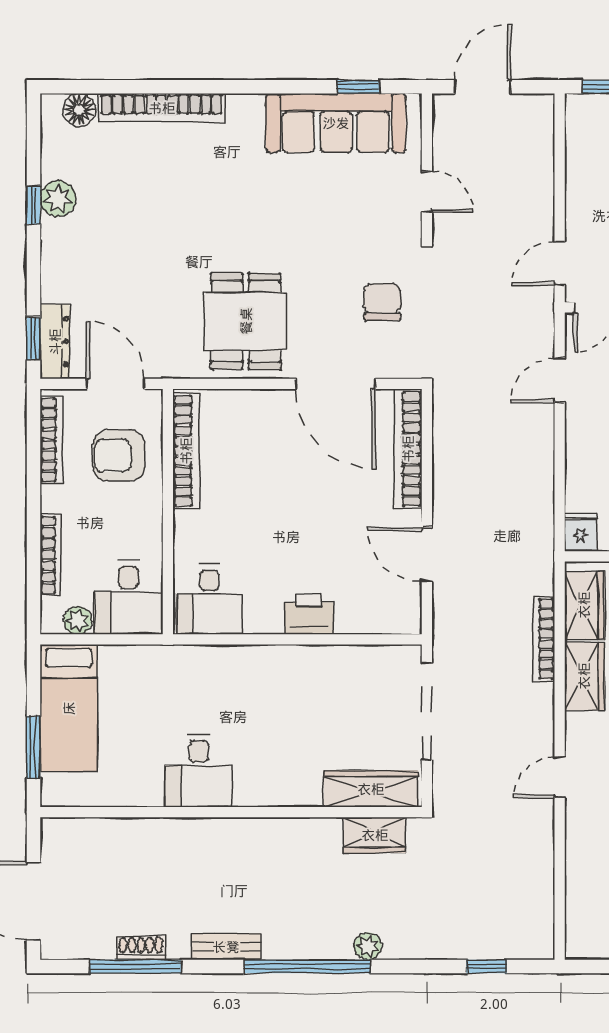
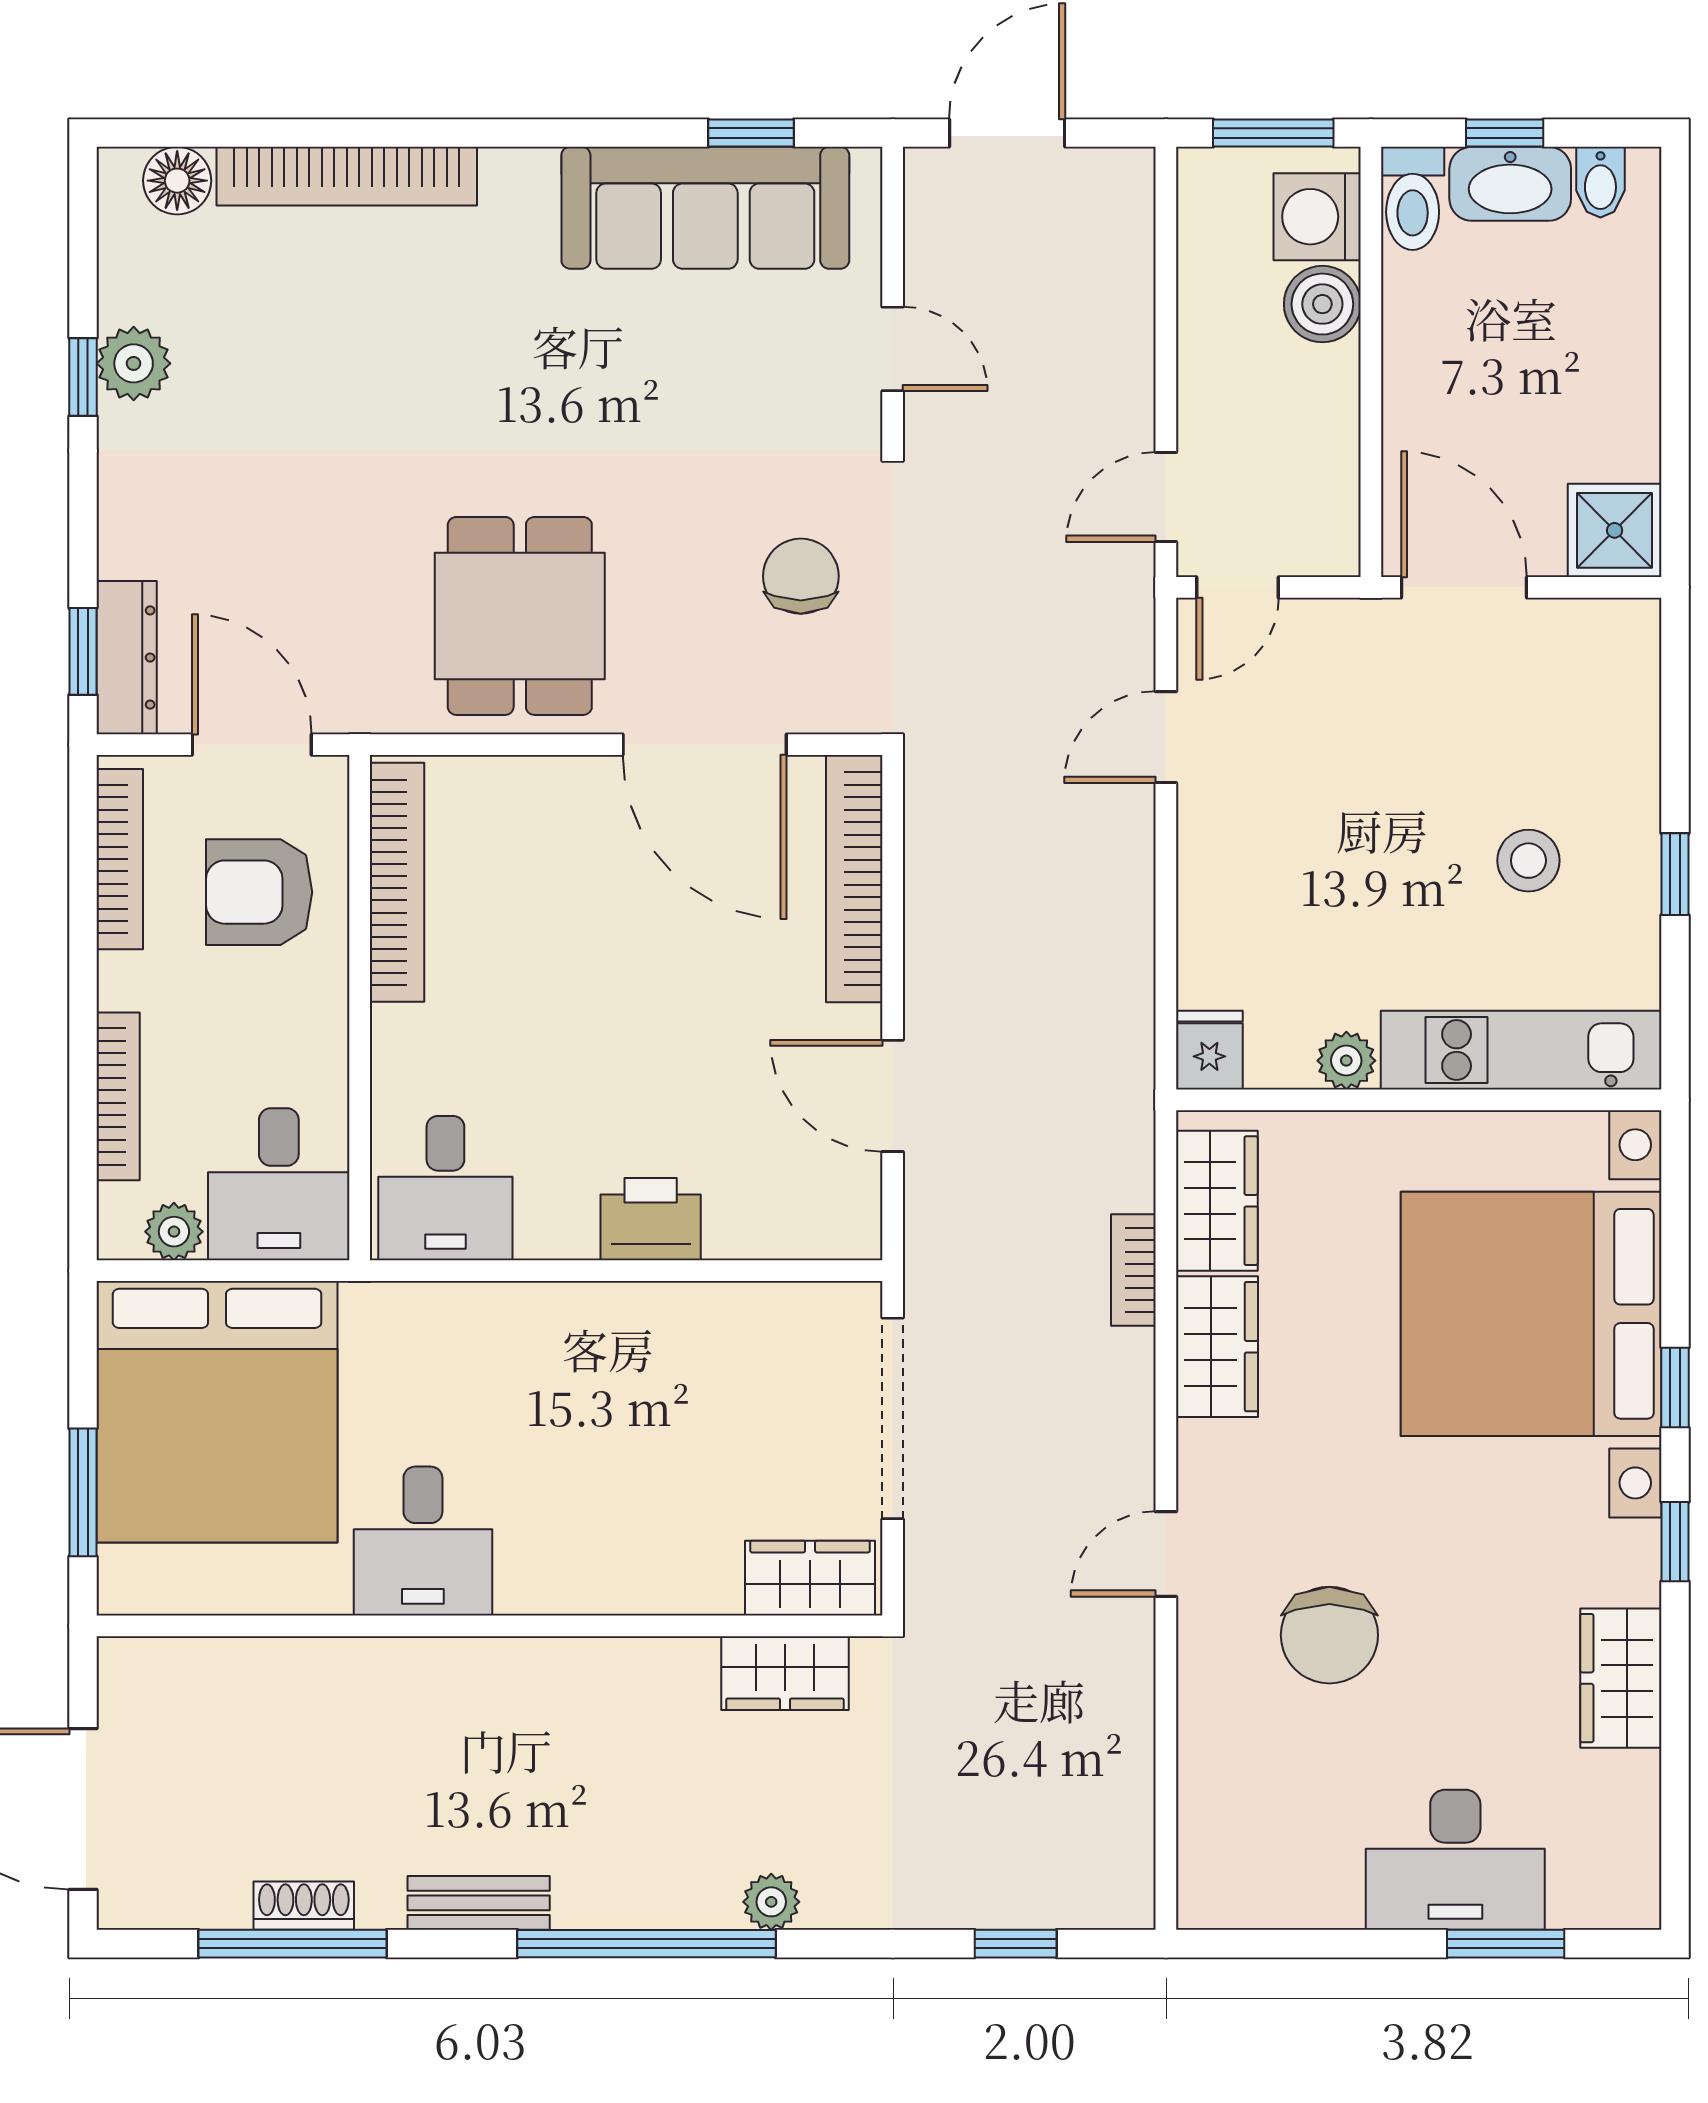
bookcase: (544, 639) -> (1133, 1270), width x0.64
bed: (69, 708) -> (217, 1412), width x2.04
wardrobe: (371, 789) -> (810, 1578), width x0.67

